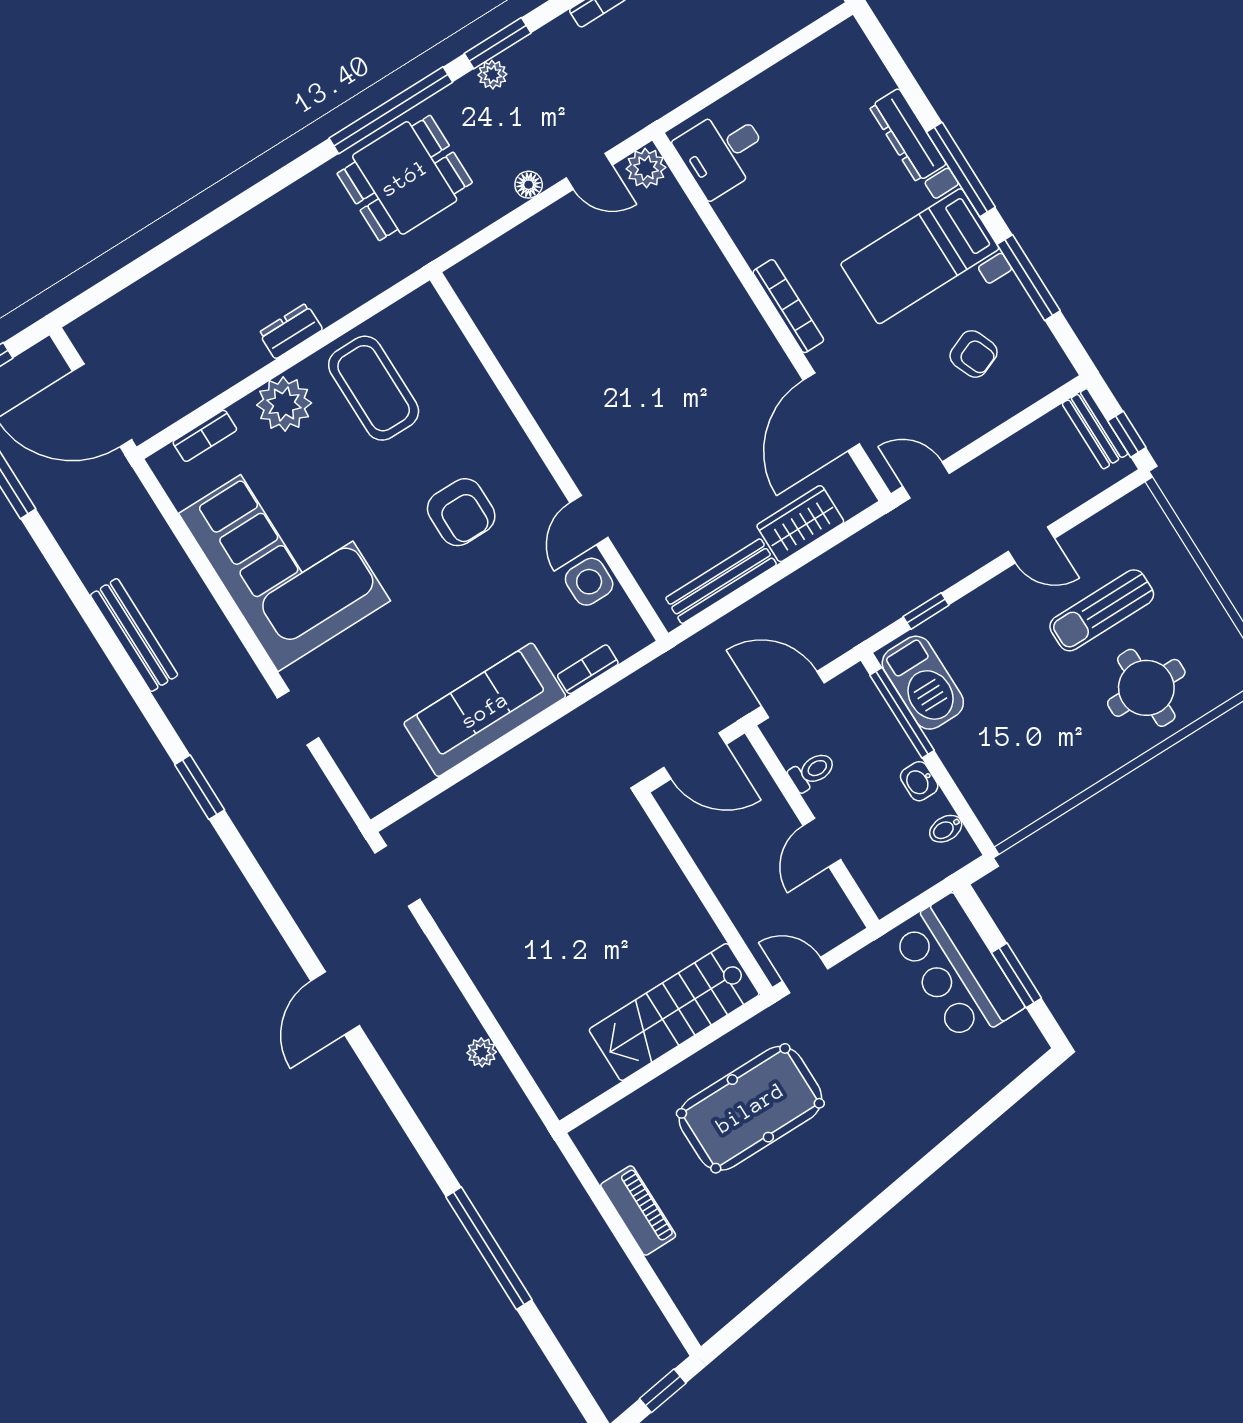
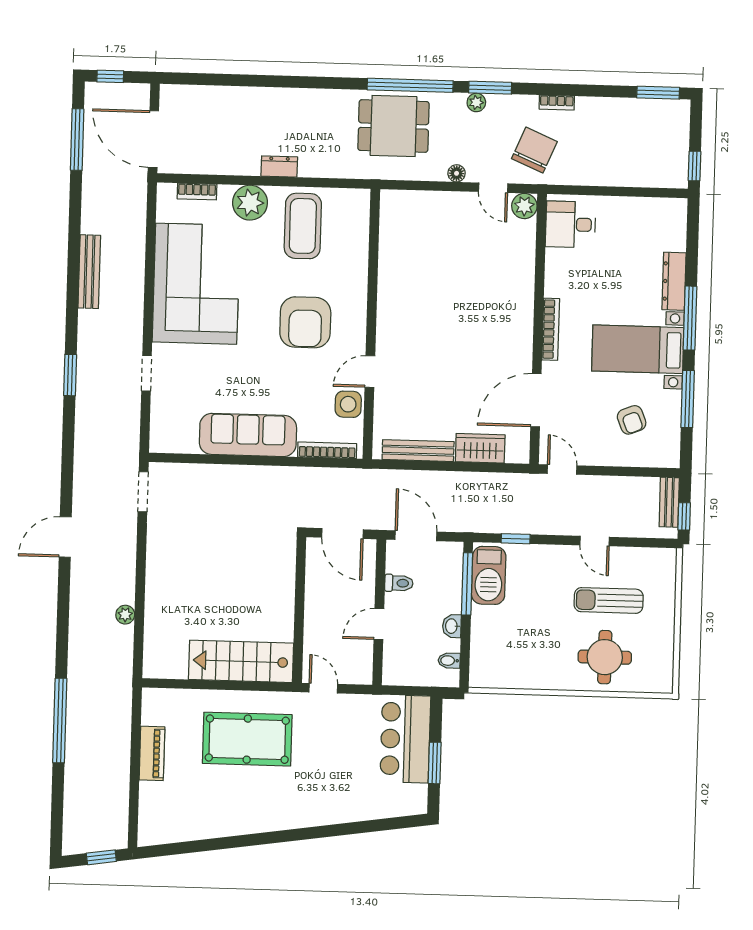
chair: (610, 86) -> (534, 150), added
armchair: (461, 512) -> (305, 322), width x1.36, depth x1.36
bookcase: (588, 669) -> (327, 450), width x1.56

